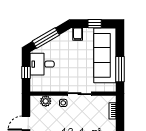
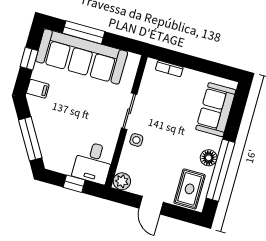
desk: (42, 64) -> (93, 163), moved
window: (120, 69) -> (84, 32), moved
plant: (46, 101) -> (122, 181), moved

